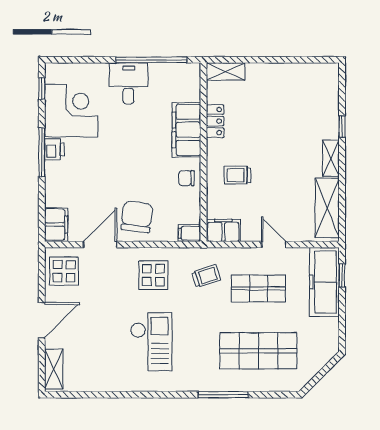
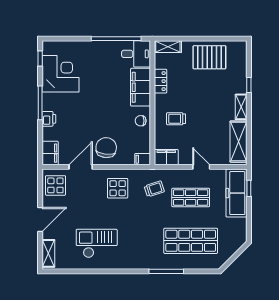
desk: (129, 83) -> (136, 54), moved, turned 90
pallet: (285, 87) -> (209, 57), added
printer: (54, 149) -> (49, 119), moved
checkout: (151, 342) -> (97, 243), moved, turned -90

